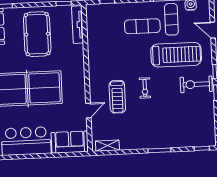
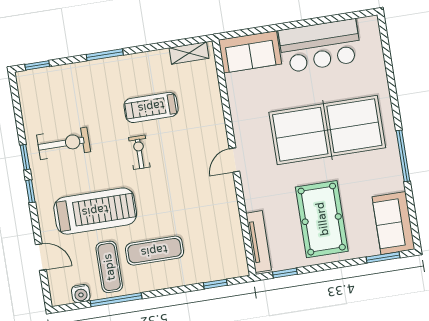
treadmill: (176, 55) -> (95, 211), turned 180
exercise bike: (196, 84) -> (64, 143), moved
treadmill: (117, 97) -> (151, 107), moved, turned -90
door: (88, 111) -> (234, 160), moved

